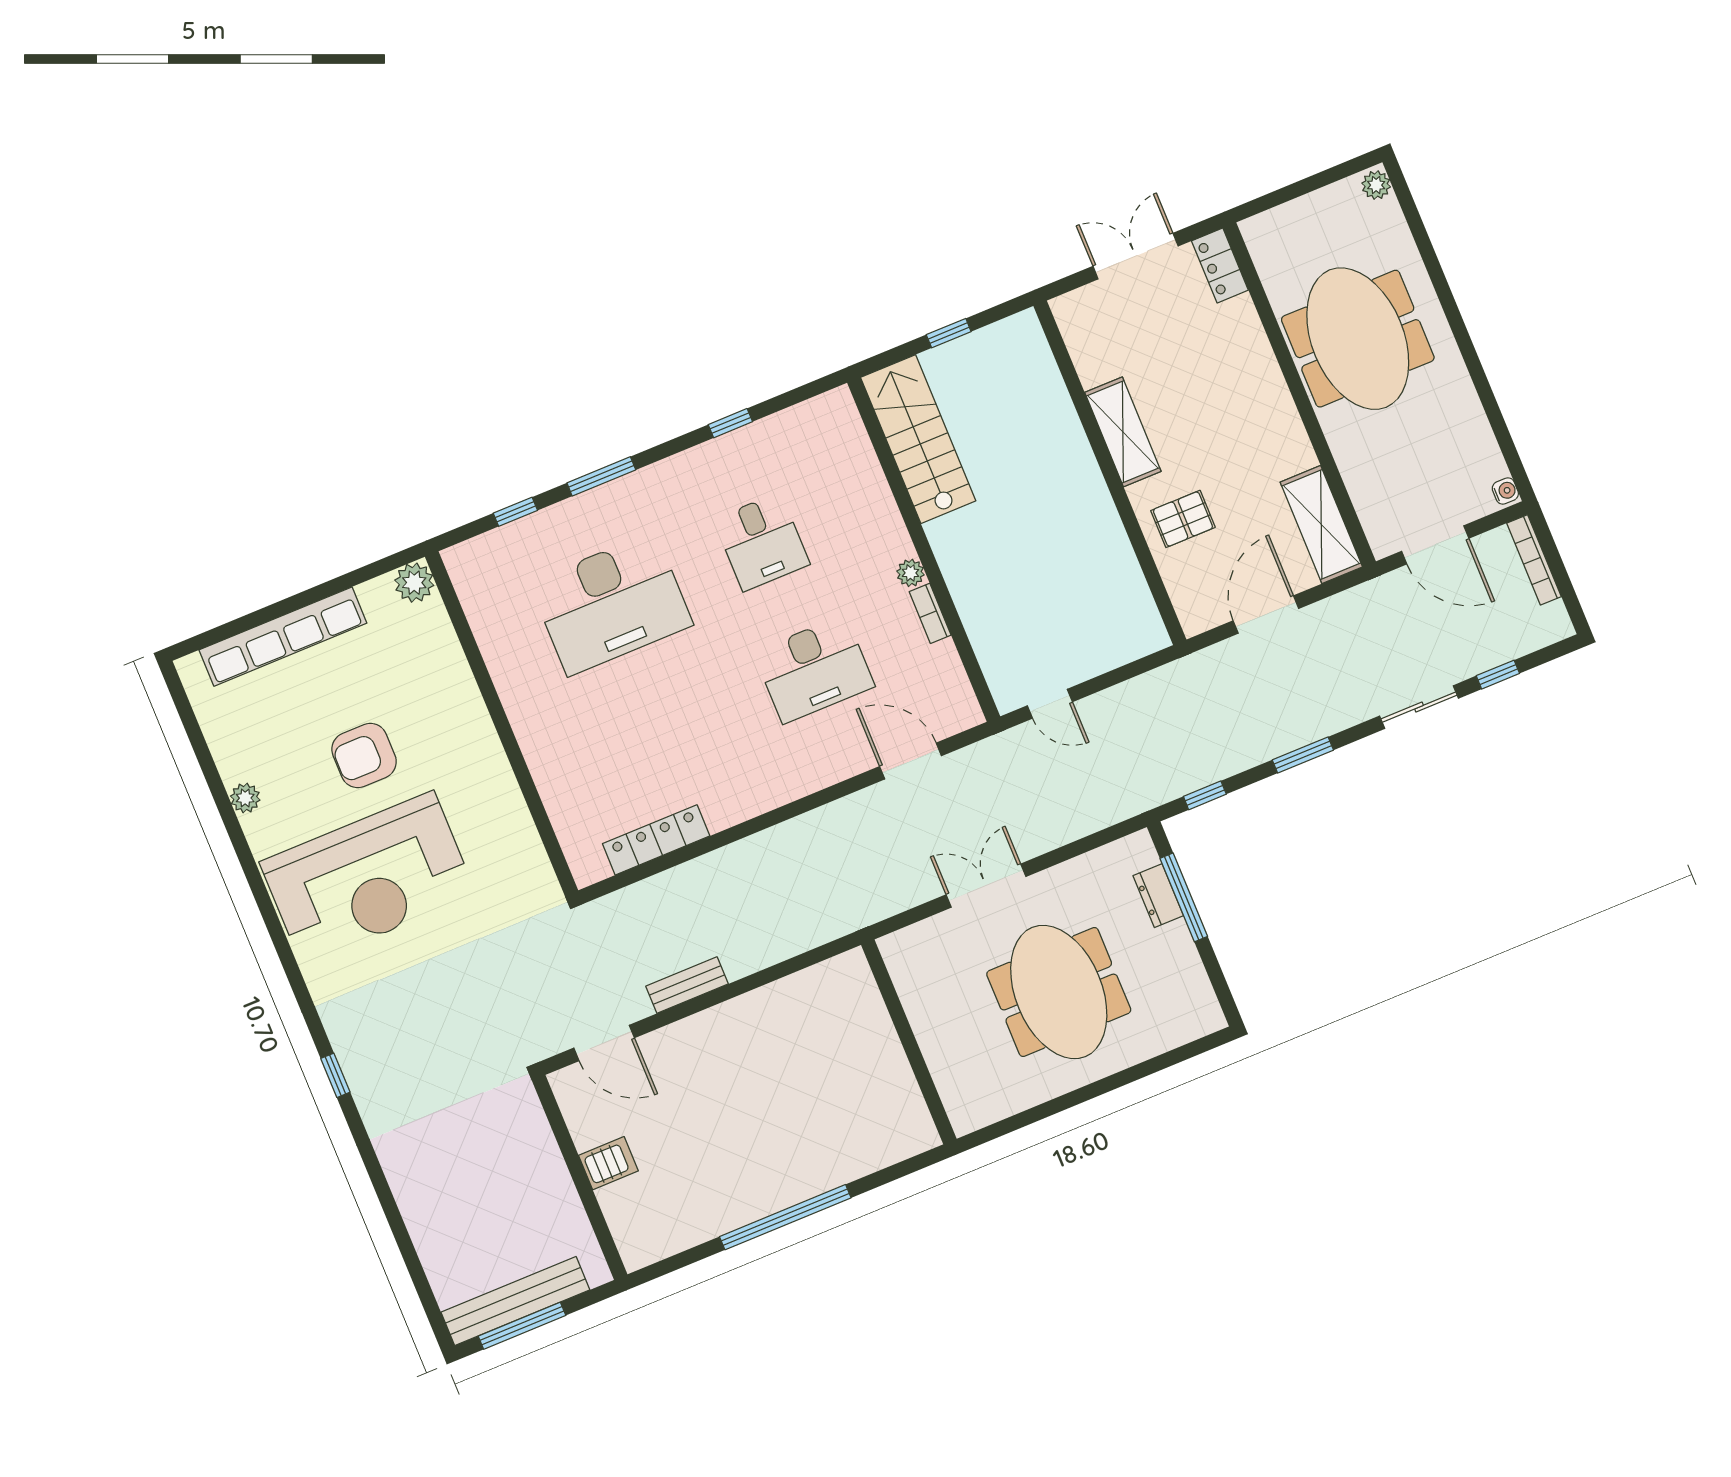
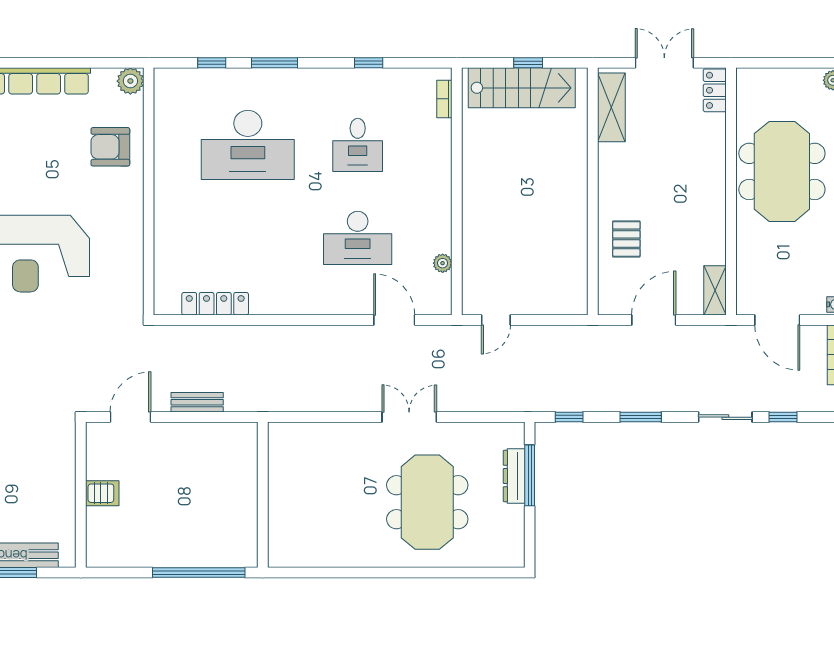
shelving: (1123, 432) -> (611, 107), moved
stairs: (918, 439) -> (522, 88), moved, turned 90
pallet: (1183, 519) -> (626, 239), turned 90
shelving: (1321, 525) -> (715, 290), width x0.67, depth x0.75
plant: (910, 573) -> (443, 263), moved
bookcase: (930, 613) -> (444, 99), moved
door: (1050, 704) -> (496, 320), hinge flipped
armchair: (364, 755) -> (110, 147), moved
dresser: (1158, 896) -> (514, 476), width x1.44
wall: (909, 1042) -> (263, 495), moved
door: (604, 1043) -> (131, 417), swing flipped

